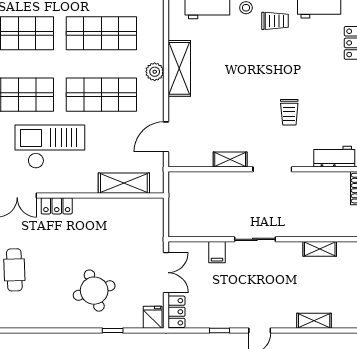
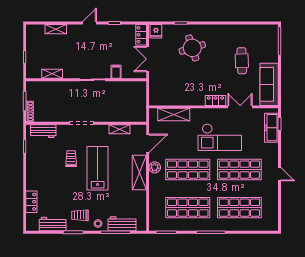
shelving: (179, 68) -> (139, 173), moved
plant: (155, 72) -> (155, 167), moved
lab bench: (247, 97) -> (98, 168), added
shelving: (230, 160) -> (120, 129), moved

